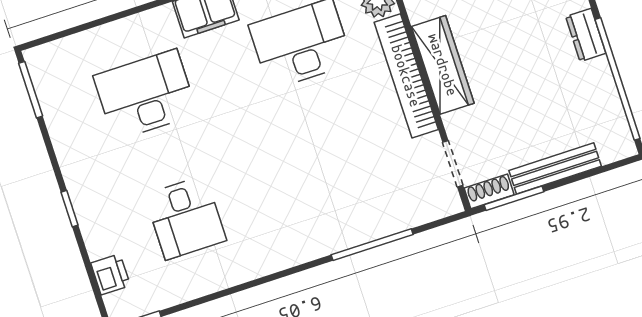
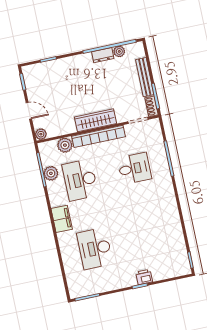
dresser: (586, 35) -> (103, 55), moved
plant: (608, 103) -> (119, 51), added
desk: (185, 218) -> (134, 168), moved
printer: (110, 274) -> (144, 277), moved

